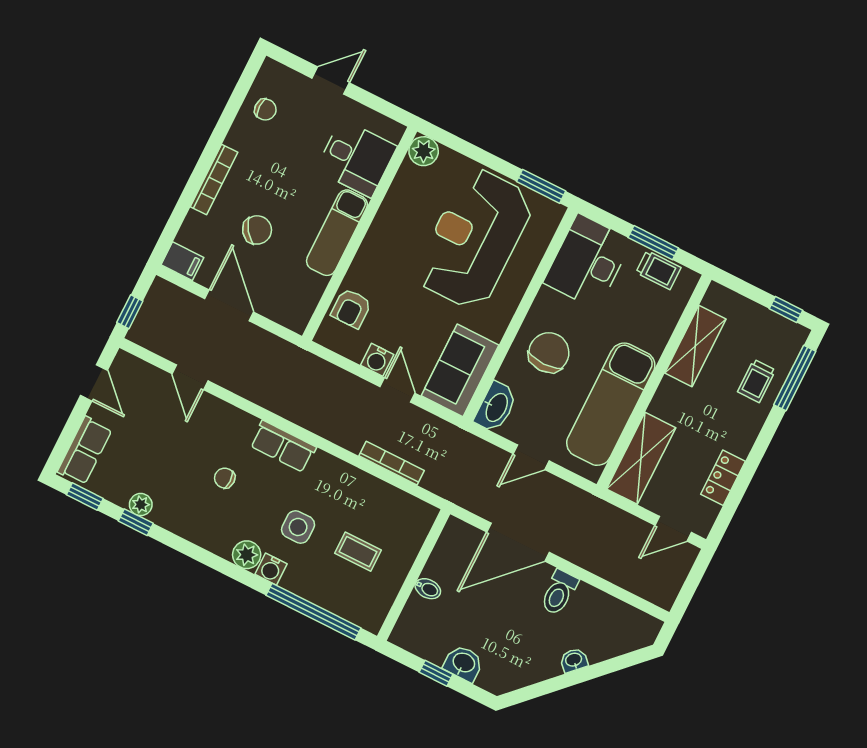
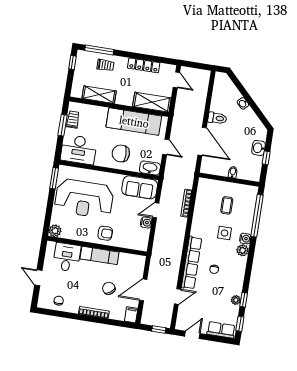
armchair: (351, 308) -> (105, 233), moved
row of seats: (283, 446) -> (192, 263), width x2.02
locker: (723, 478) -> (144, 65), width x1.53

